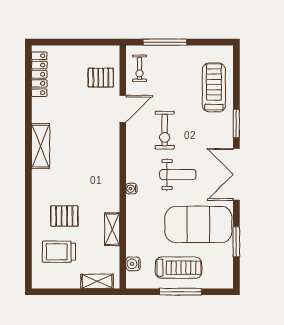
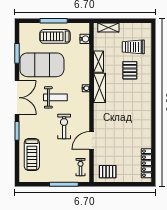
pallet: (101, 78) -> (108, 172), moved
shelving: (41, 146) -> (100, 88), moved
weight bench: (178, 175) -> (55, 97), turned 180
pallet: (64, 216) -> (130, 70), turned 90
trolley: (59, 252) -> (133, 47), turned 180

